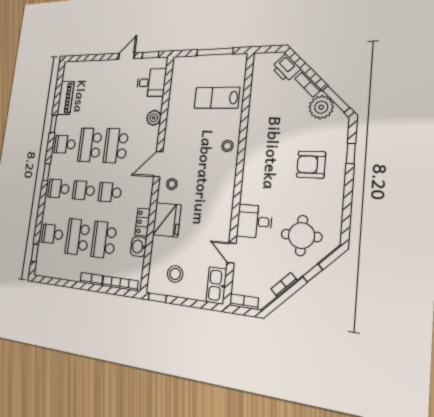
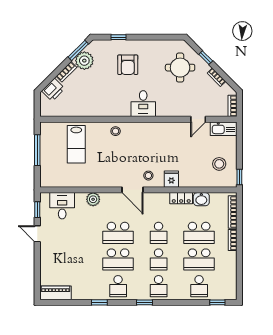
piano: (66, 98) -> (55, 293), moved
fridge: (167, 220) -> (171, 179), width x0.53, depth x0.75
desk: (254, 221) -> (143, 104), moved

